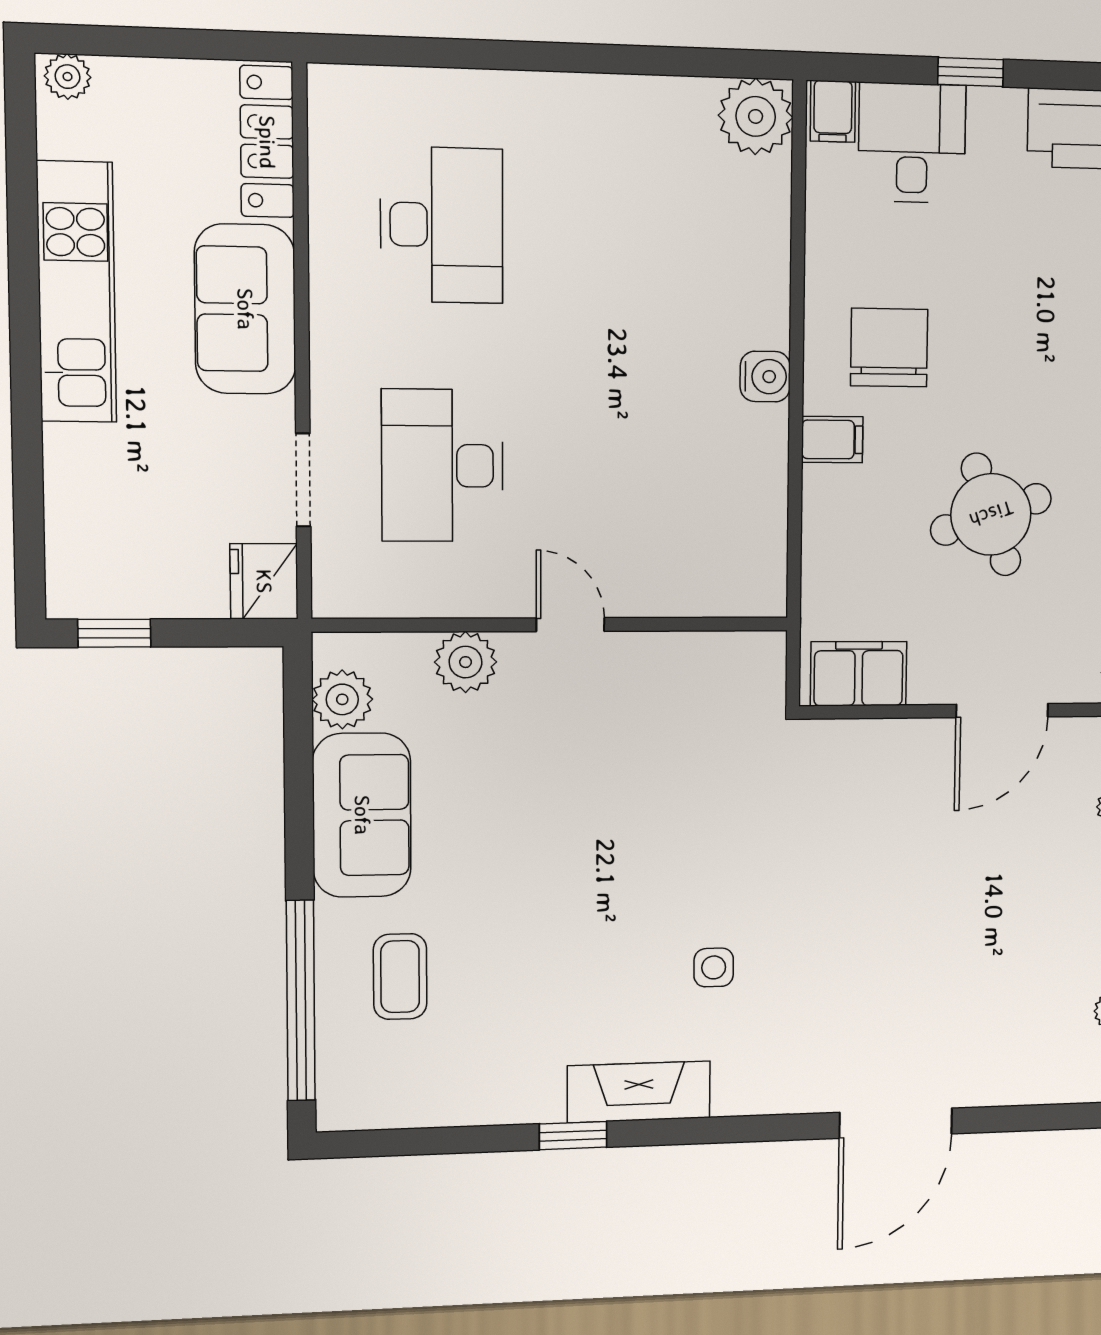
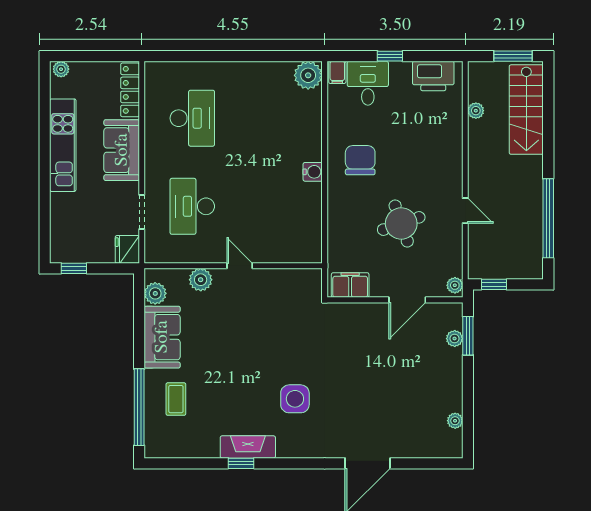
filing cabinet: (832, 439) -> (339, 195), removed
side table: (714, 967) -> (295, 399), width x1.87, depth x1.87
fireplace: (639, 1092) -> (248, 447), moved

